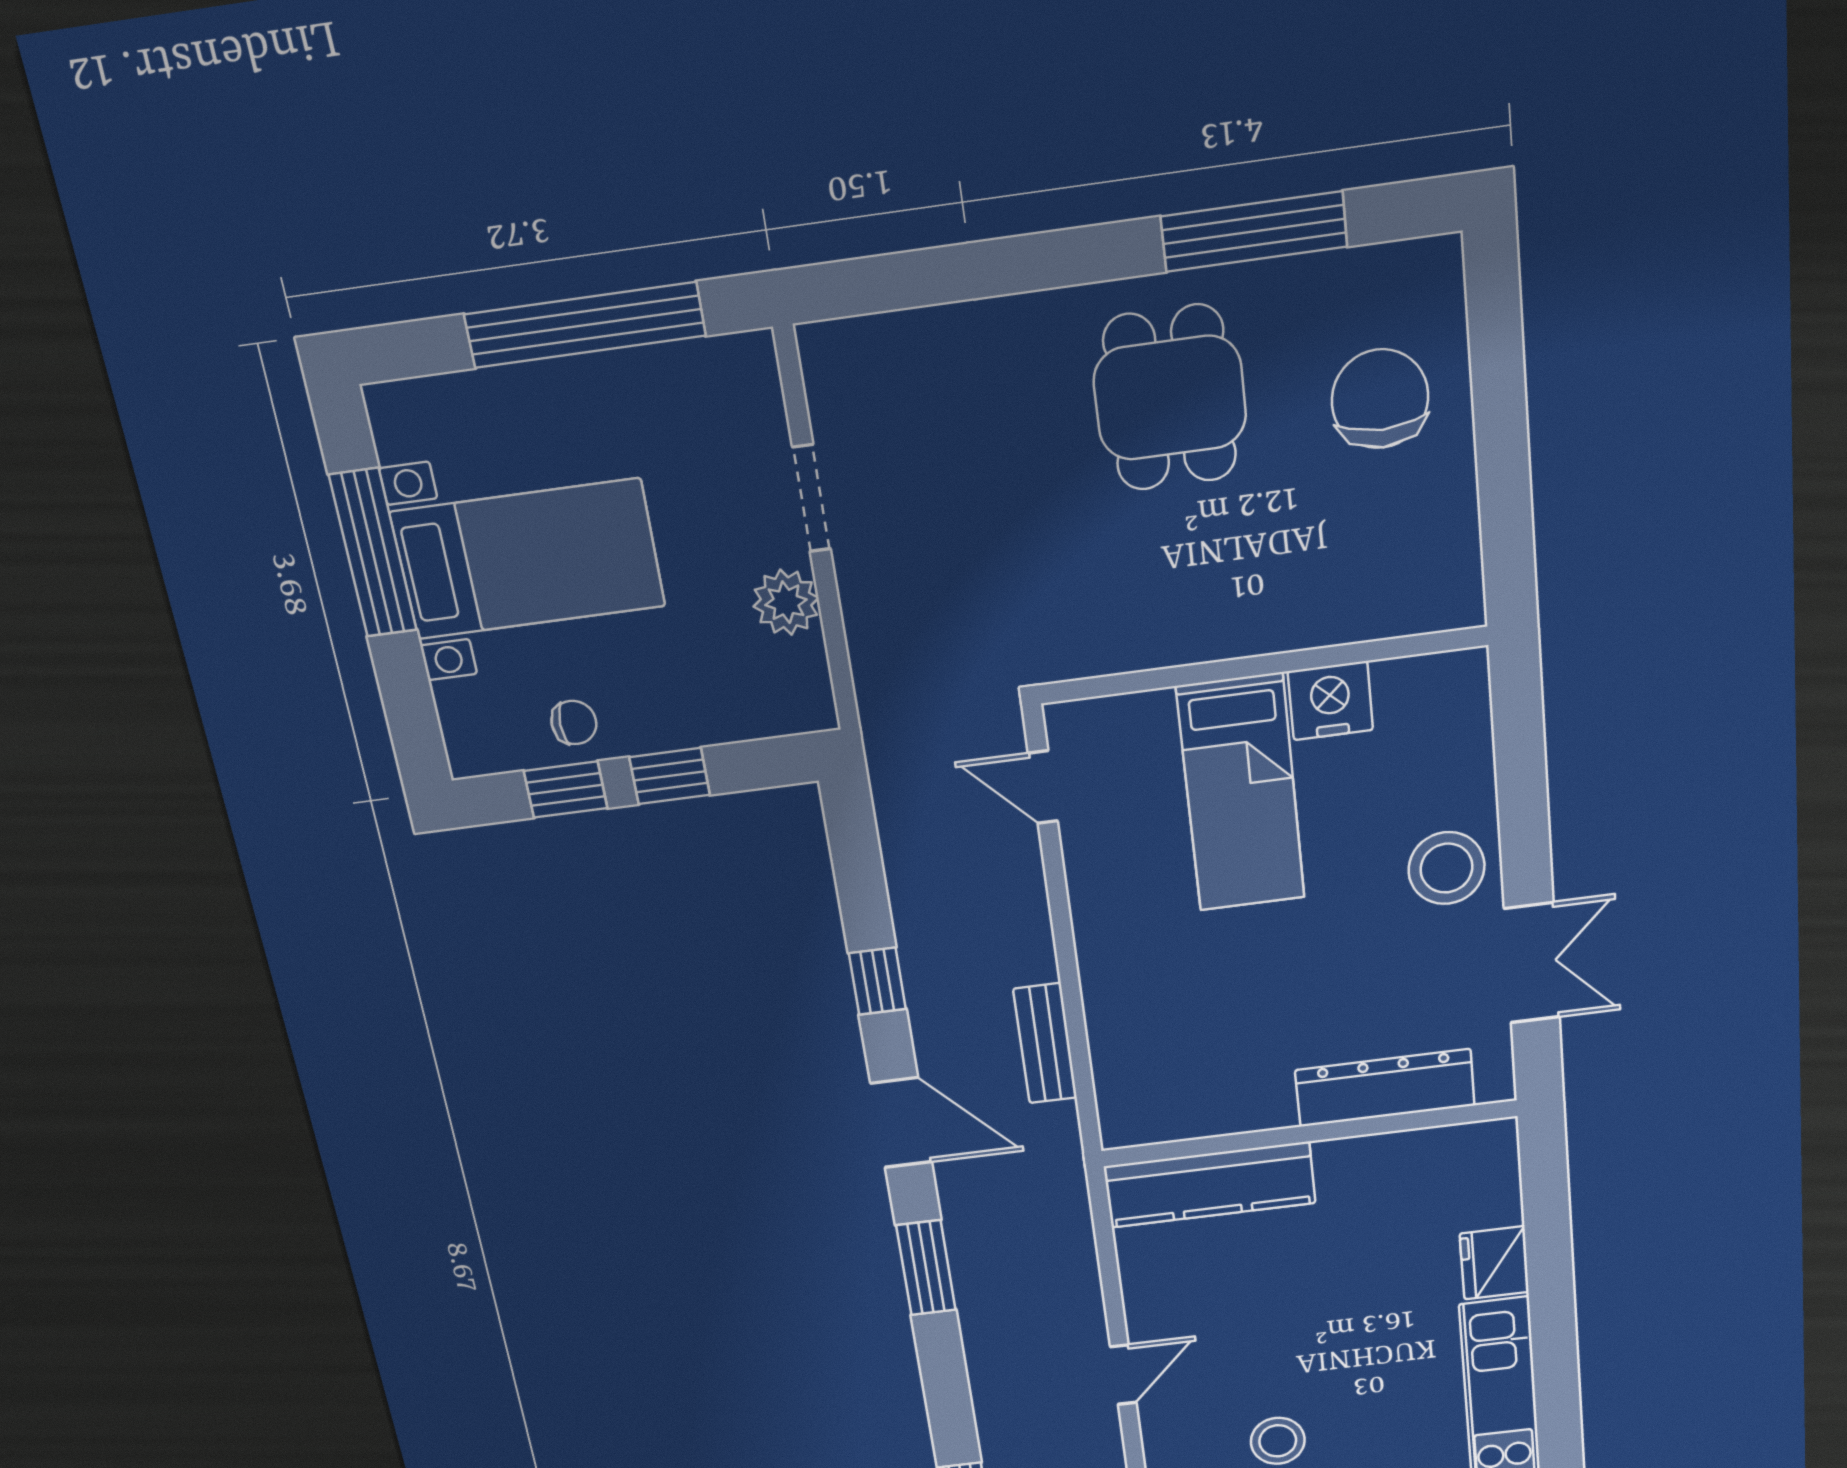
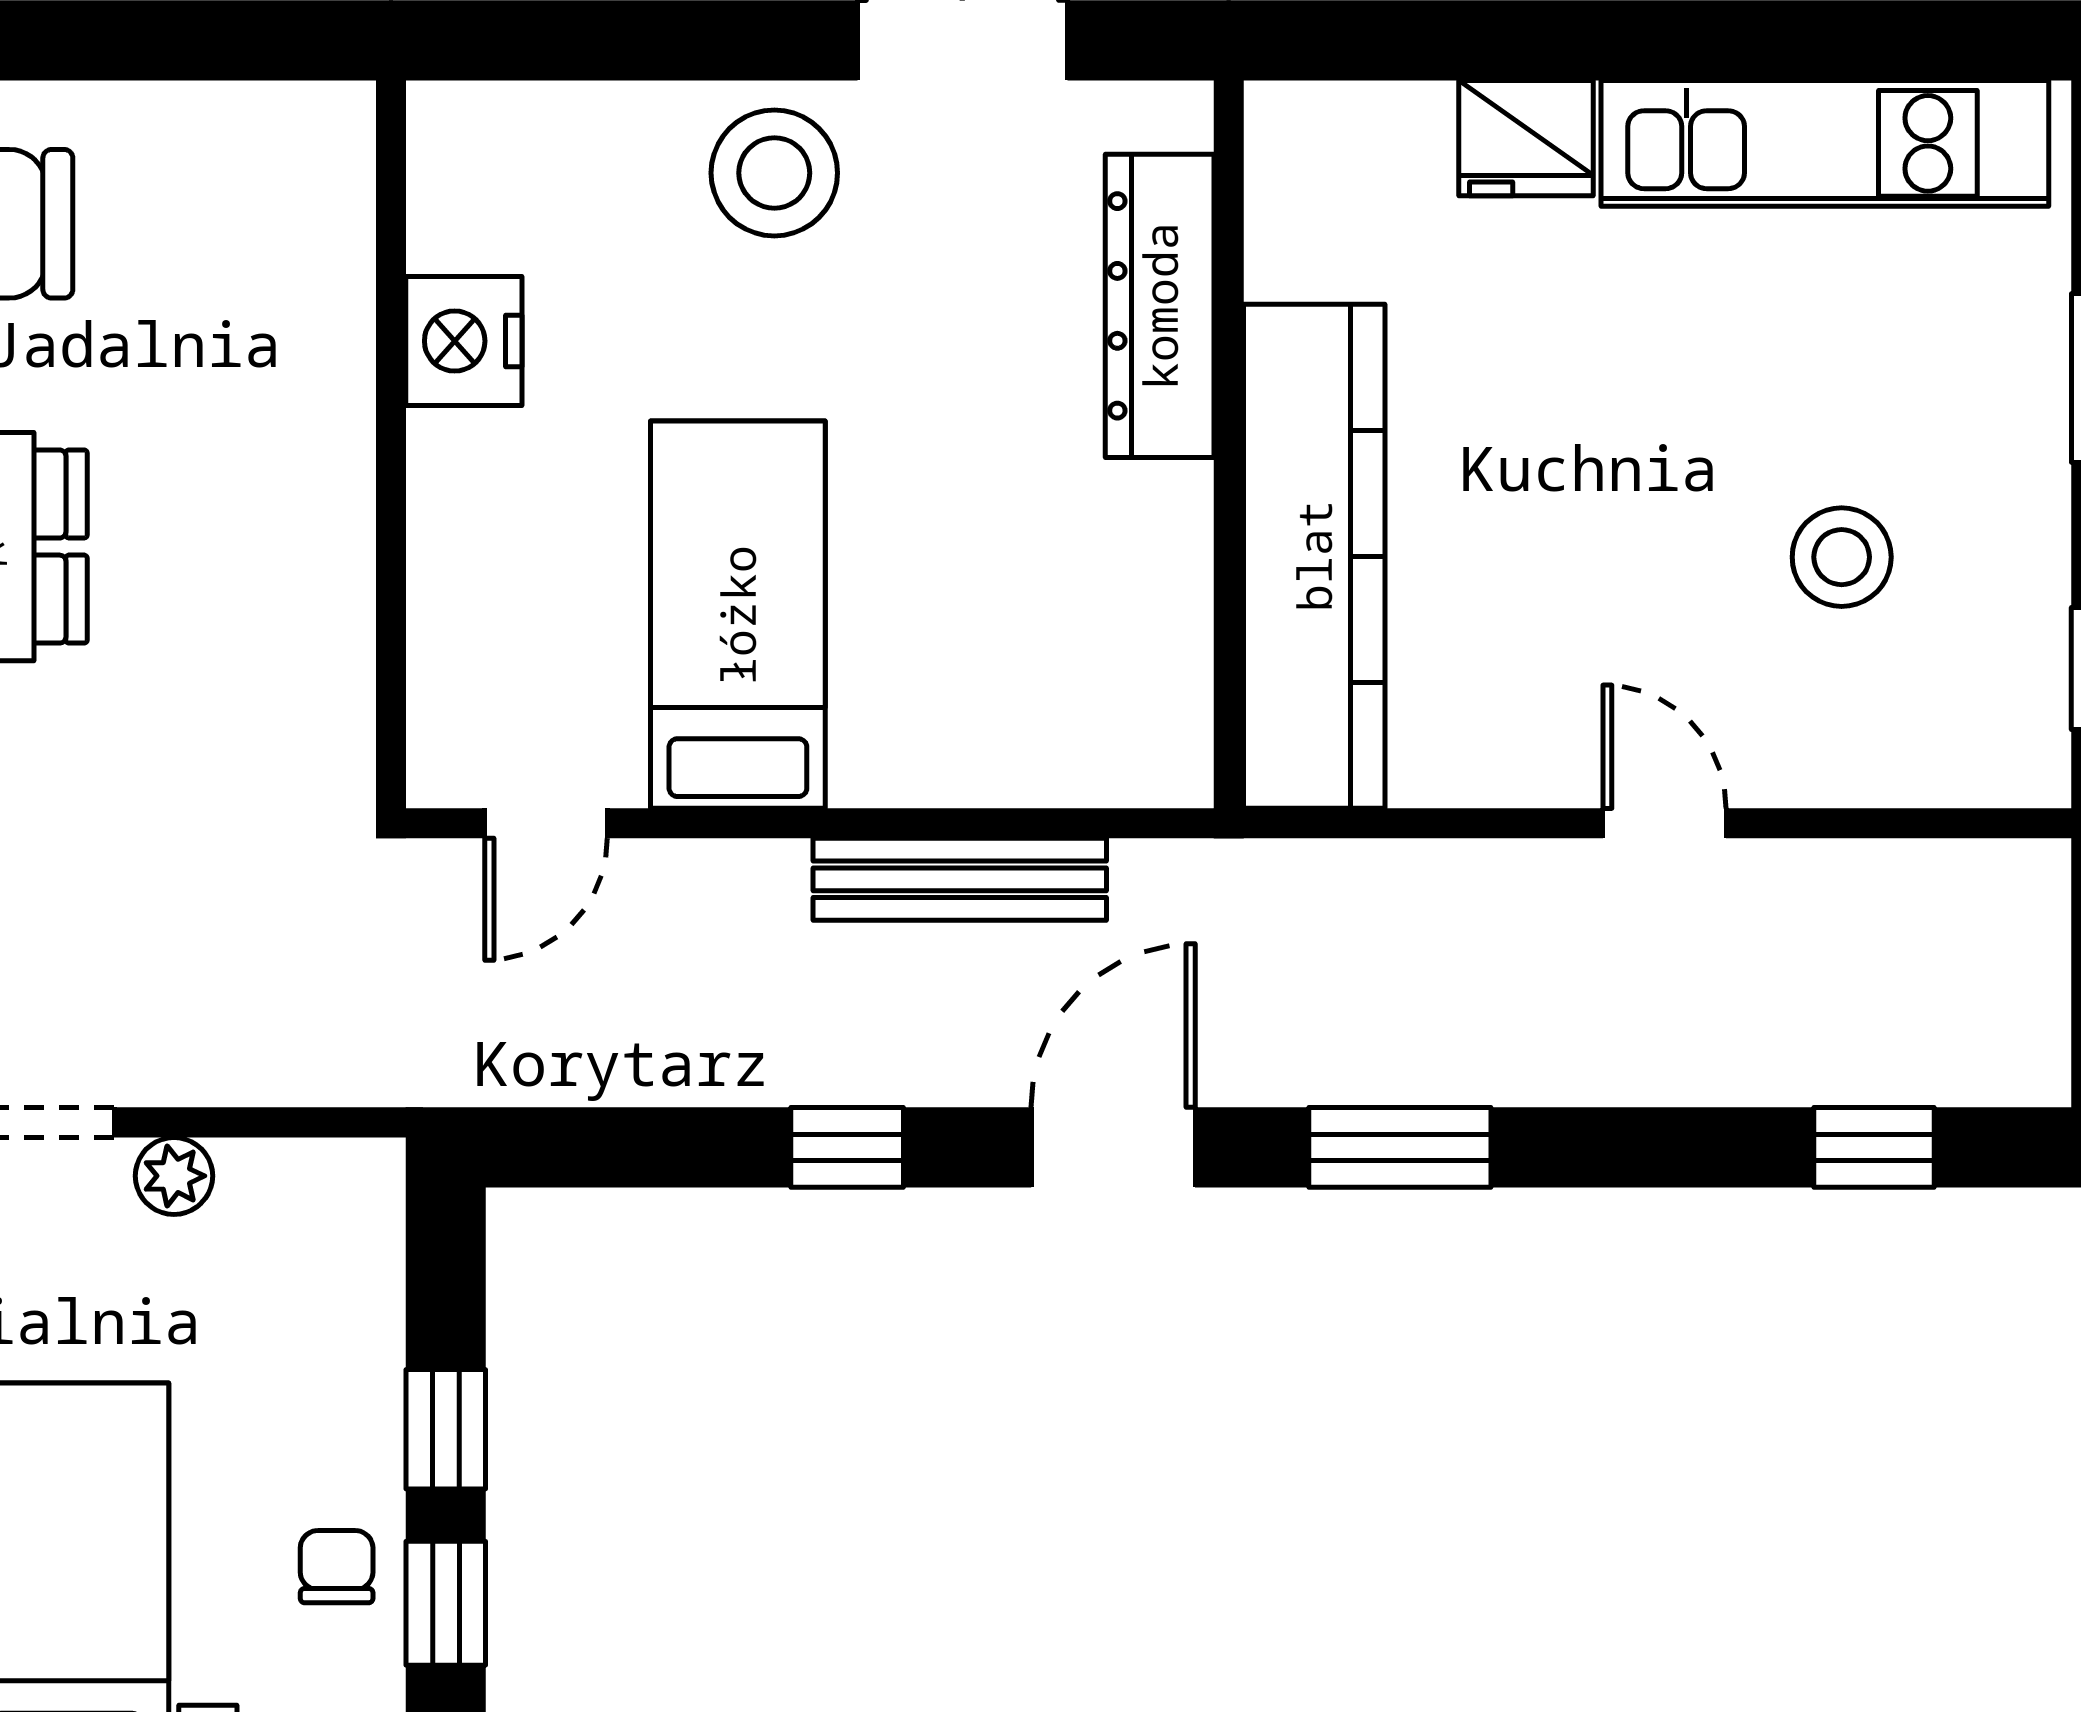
plant: (786, 602) -> (174, 1176), width x0.73, depth x0.73
bed: (1241, 793) -> (738, 615), moved, turned -90
bench: (1045, 1043) -> (960, 879), width x1.36
kitchen counter: (1210, 1185) -> (1314, 556), width x1.39, depth x1.17

